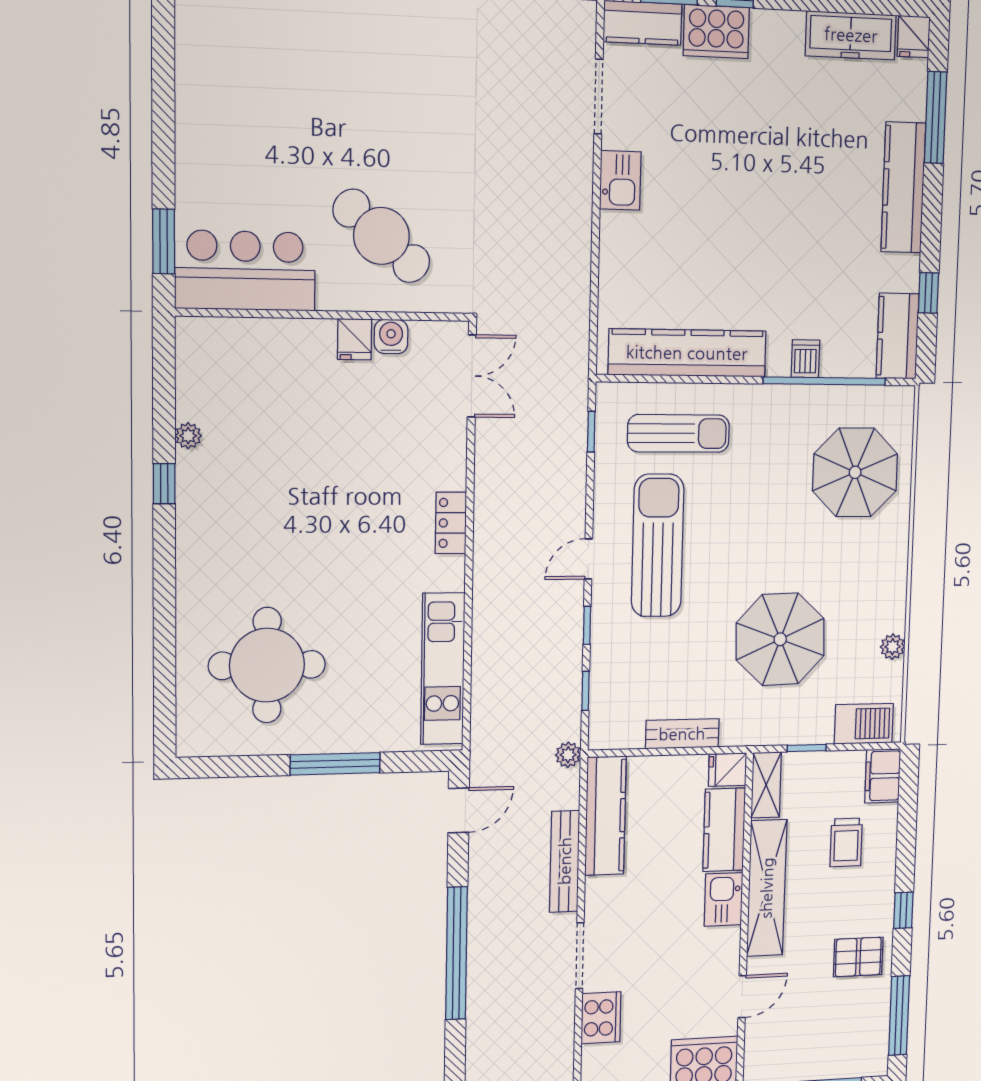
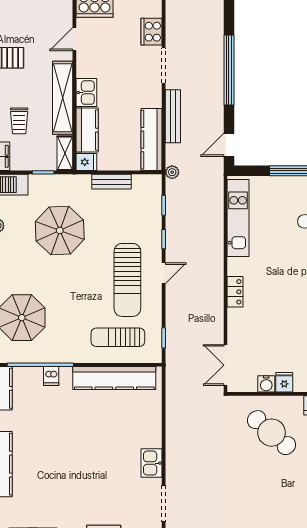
trolley: (846, 842) -> (19, 121), turned 180

